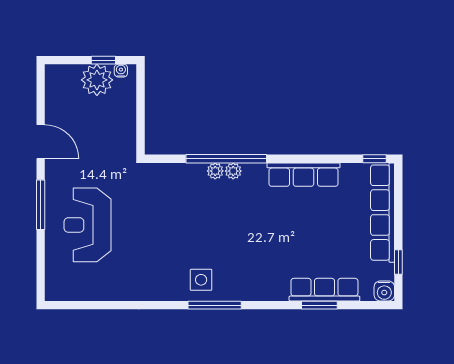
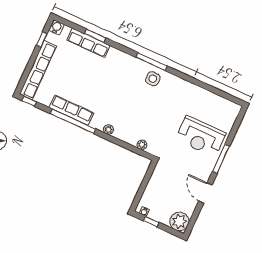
plant: (97, 80) -> (179, 222), moved
window: (226, 159) -> (73, 121), moved
plant: (215, 171) -> (142, 145), moved
reception desk: (87, 225) -> (201, 136), turned 90

